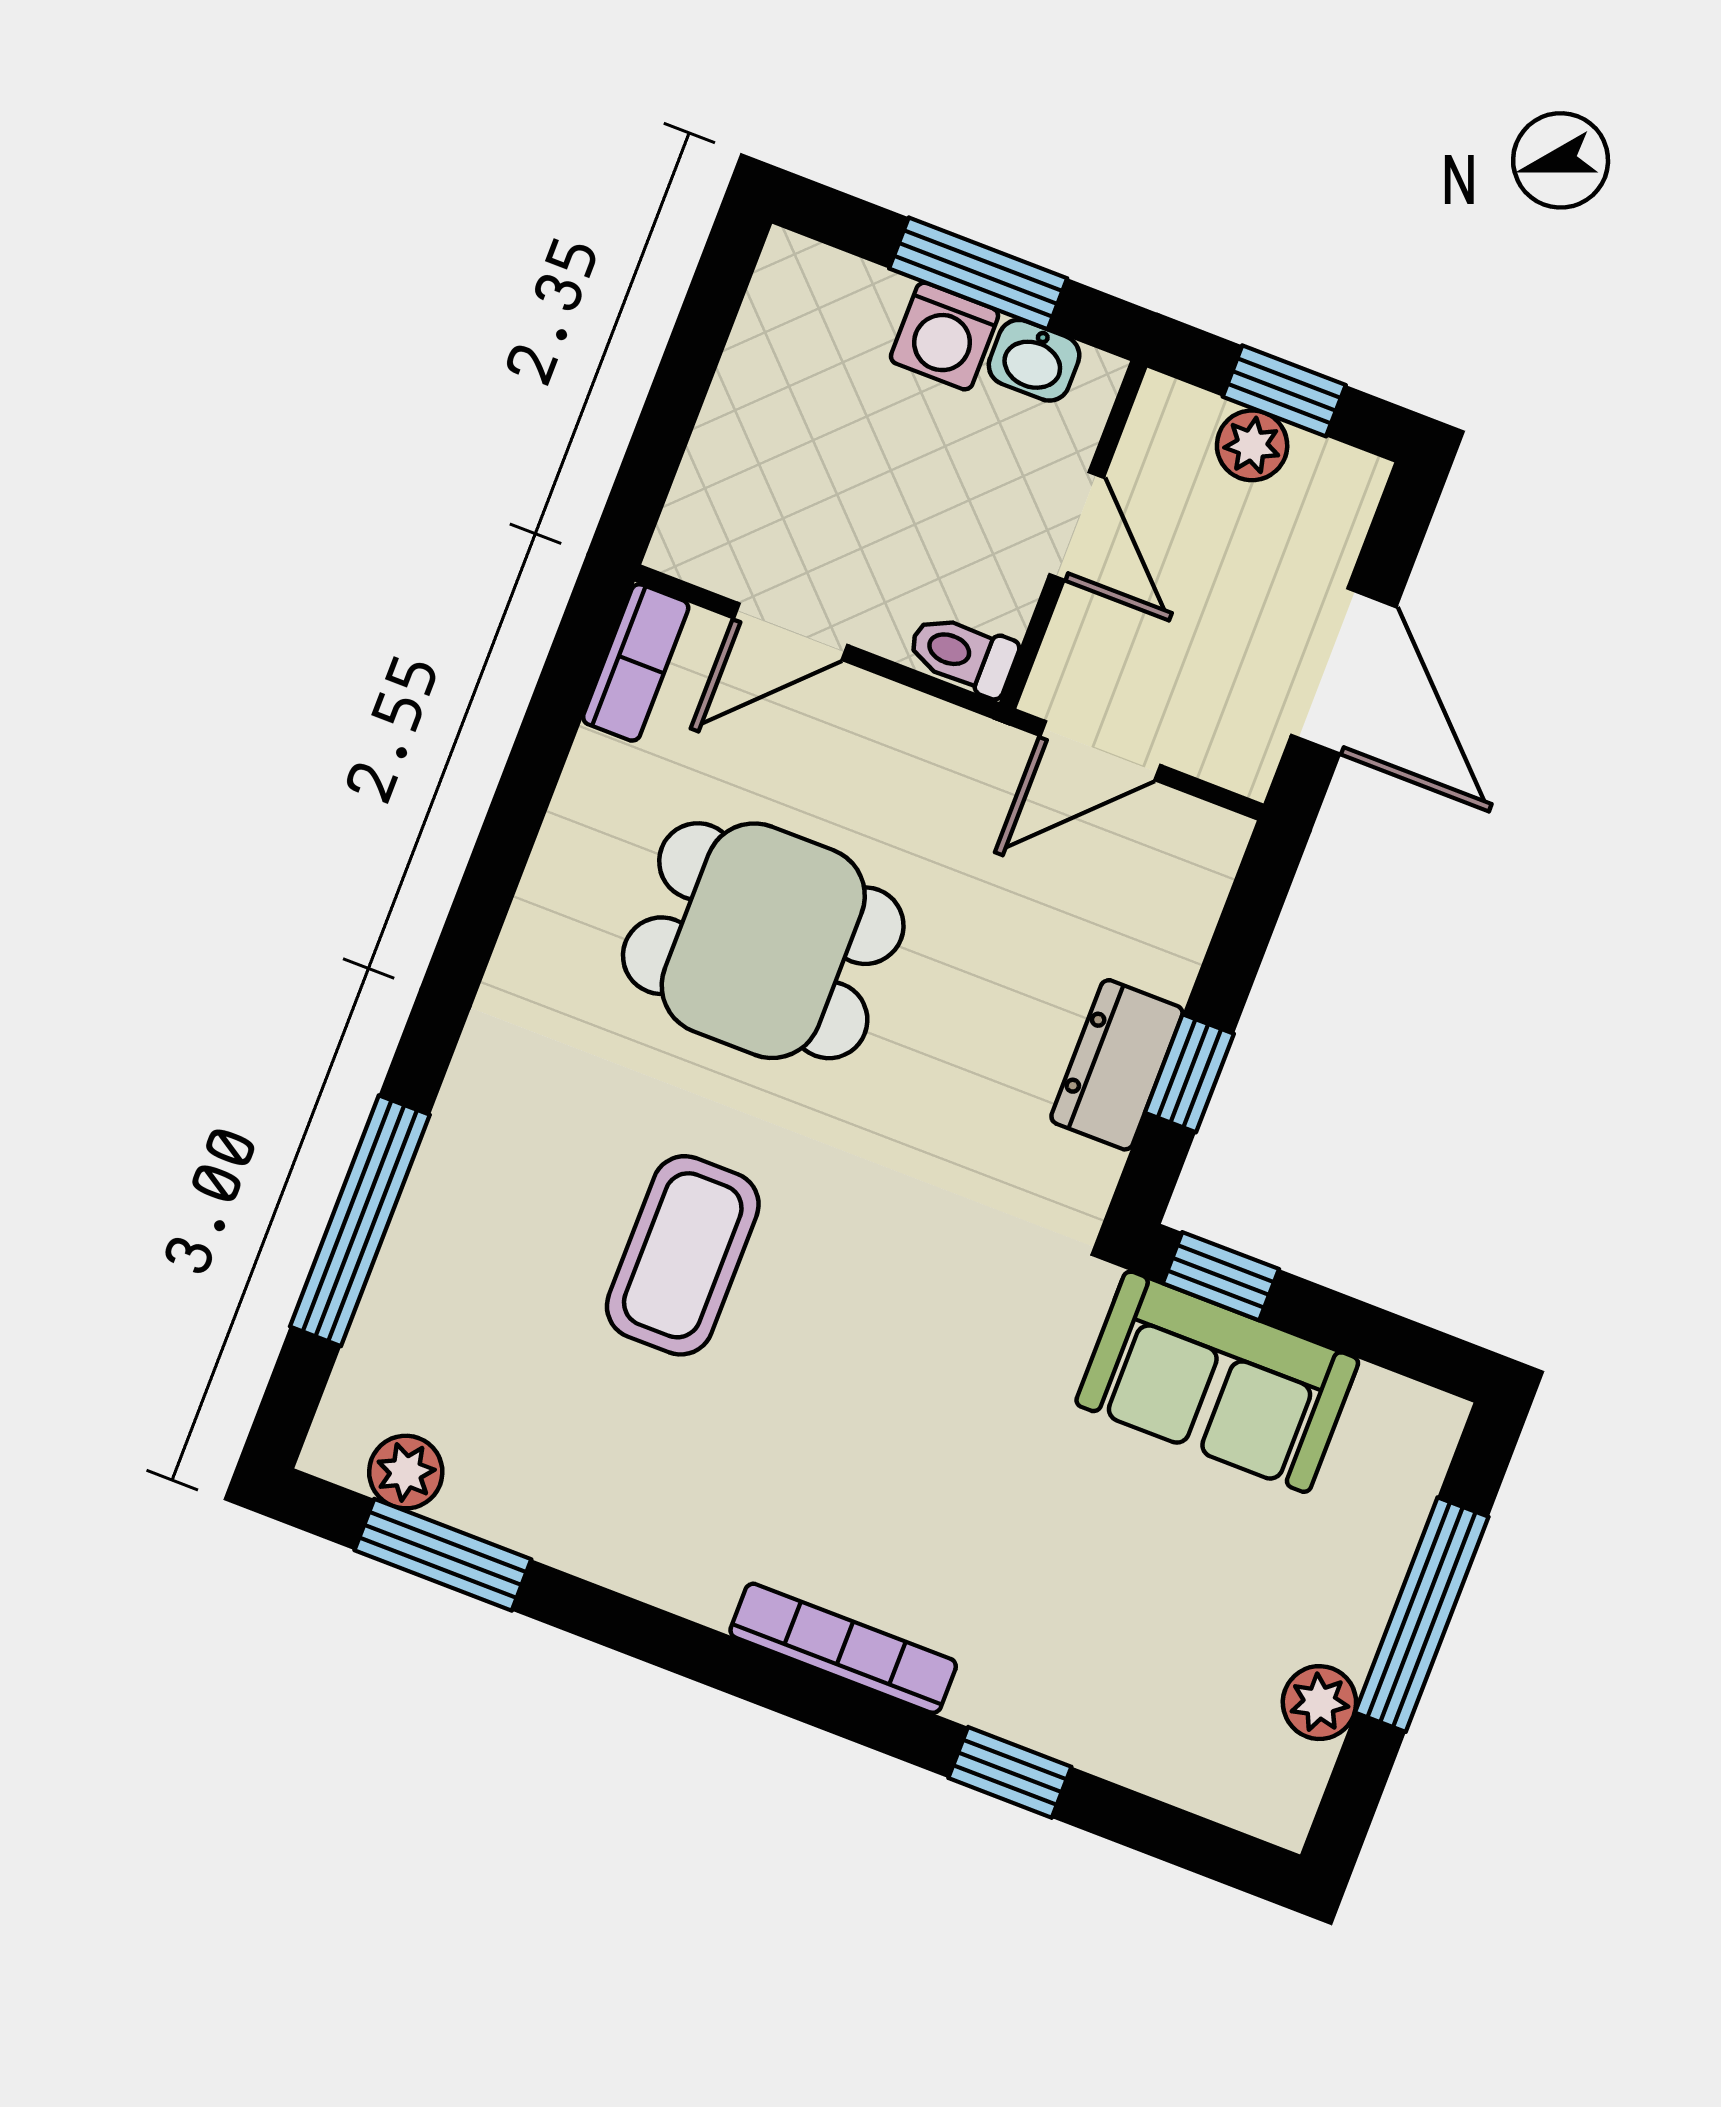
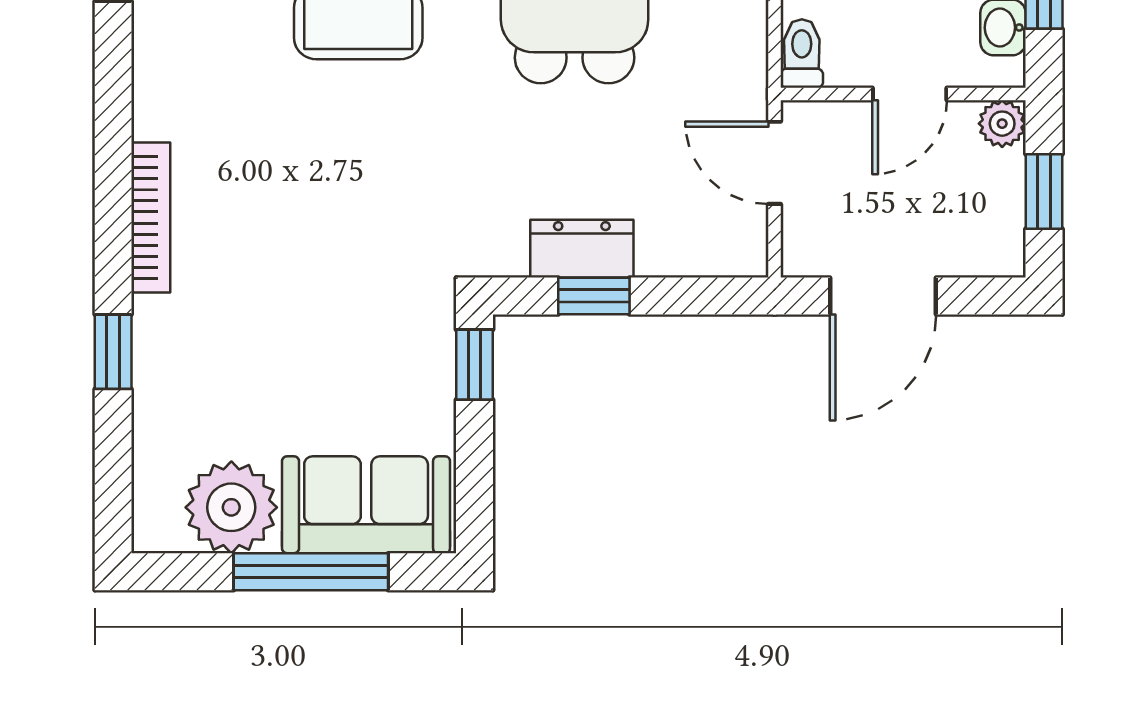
plant: (1252, 445) -> (1002, 124), moved
sofa: (1217, 1382) -> (366, 505), moved, turned 90
plant: (1319, 1703) -> (231, 507), width x1.88, depth x1.88

